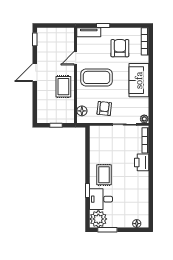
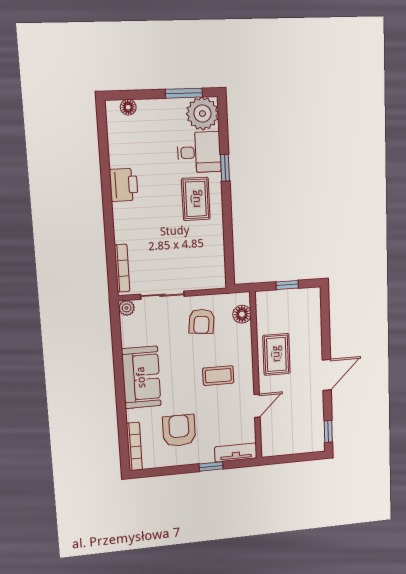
armchair: (120, 48) -> (179, 431), turned 180
coffee table: (97, 77) -> (218, 376), width x0.54, depth x0.58
printer: (142, 162) -> (124, 185), moved

